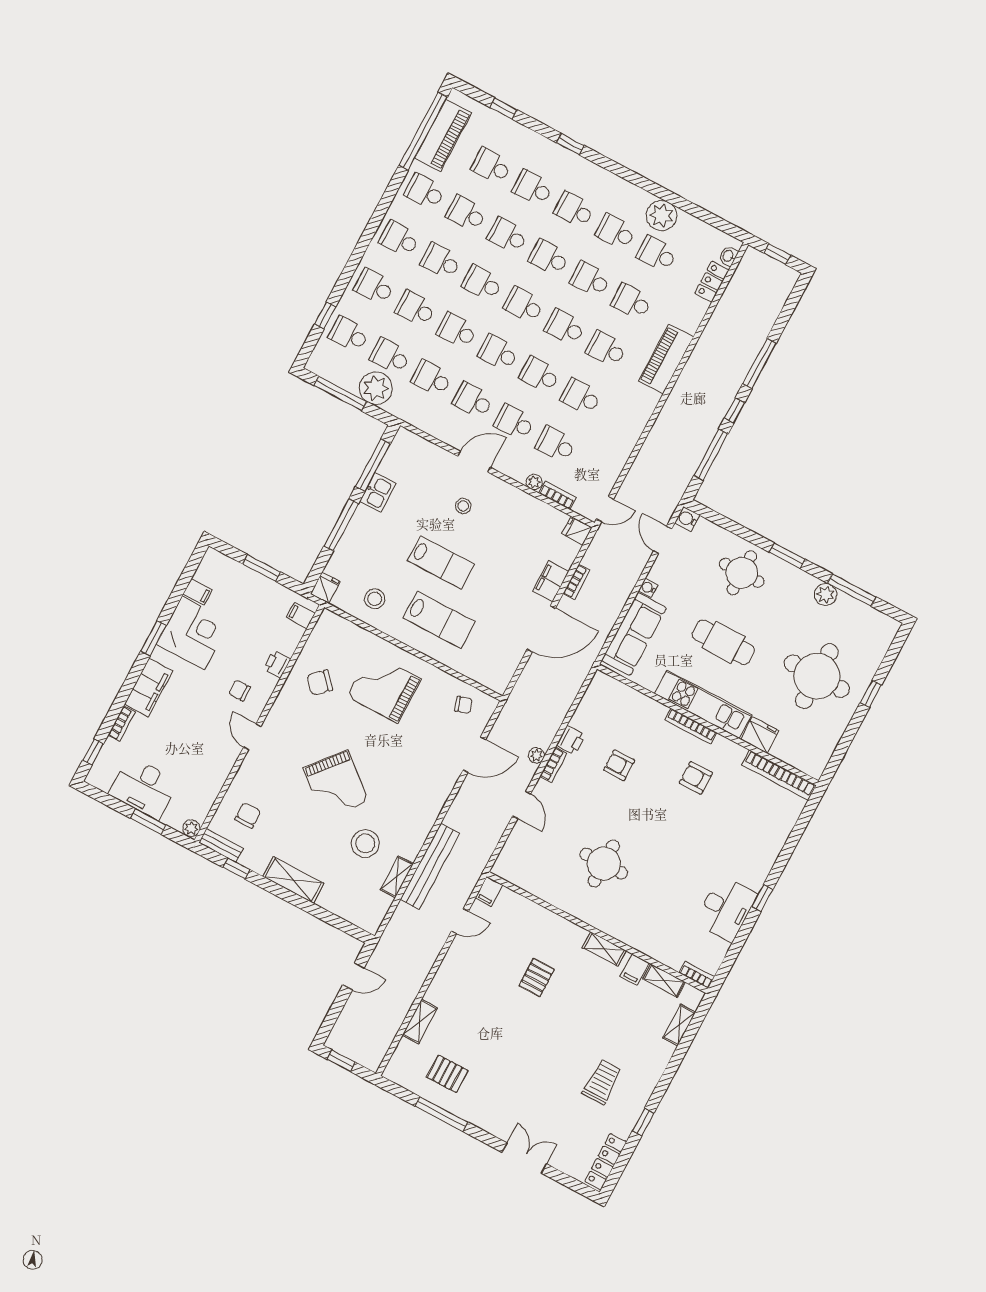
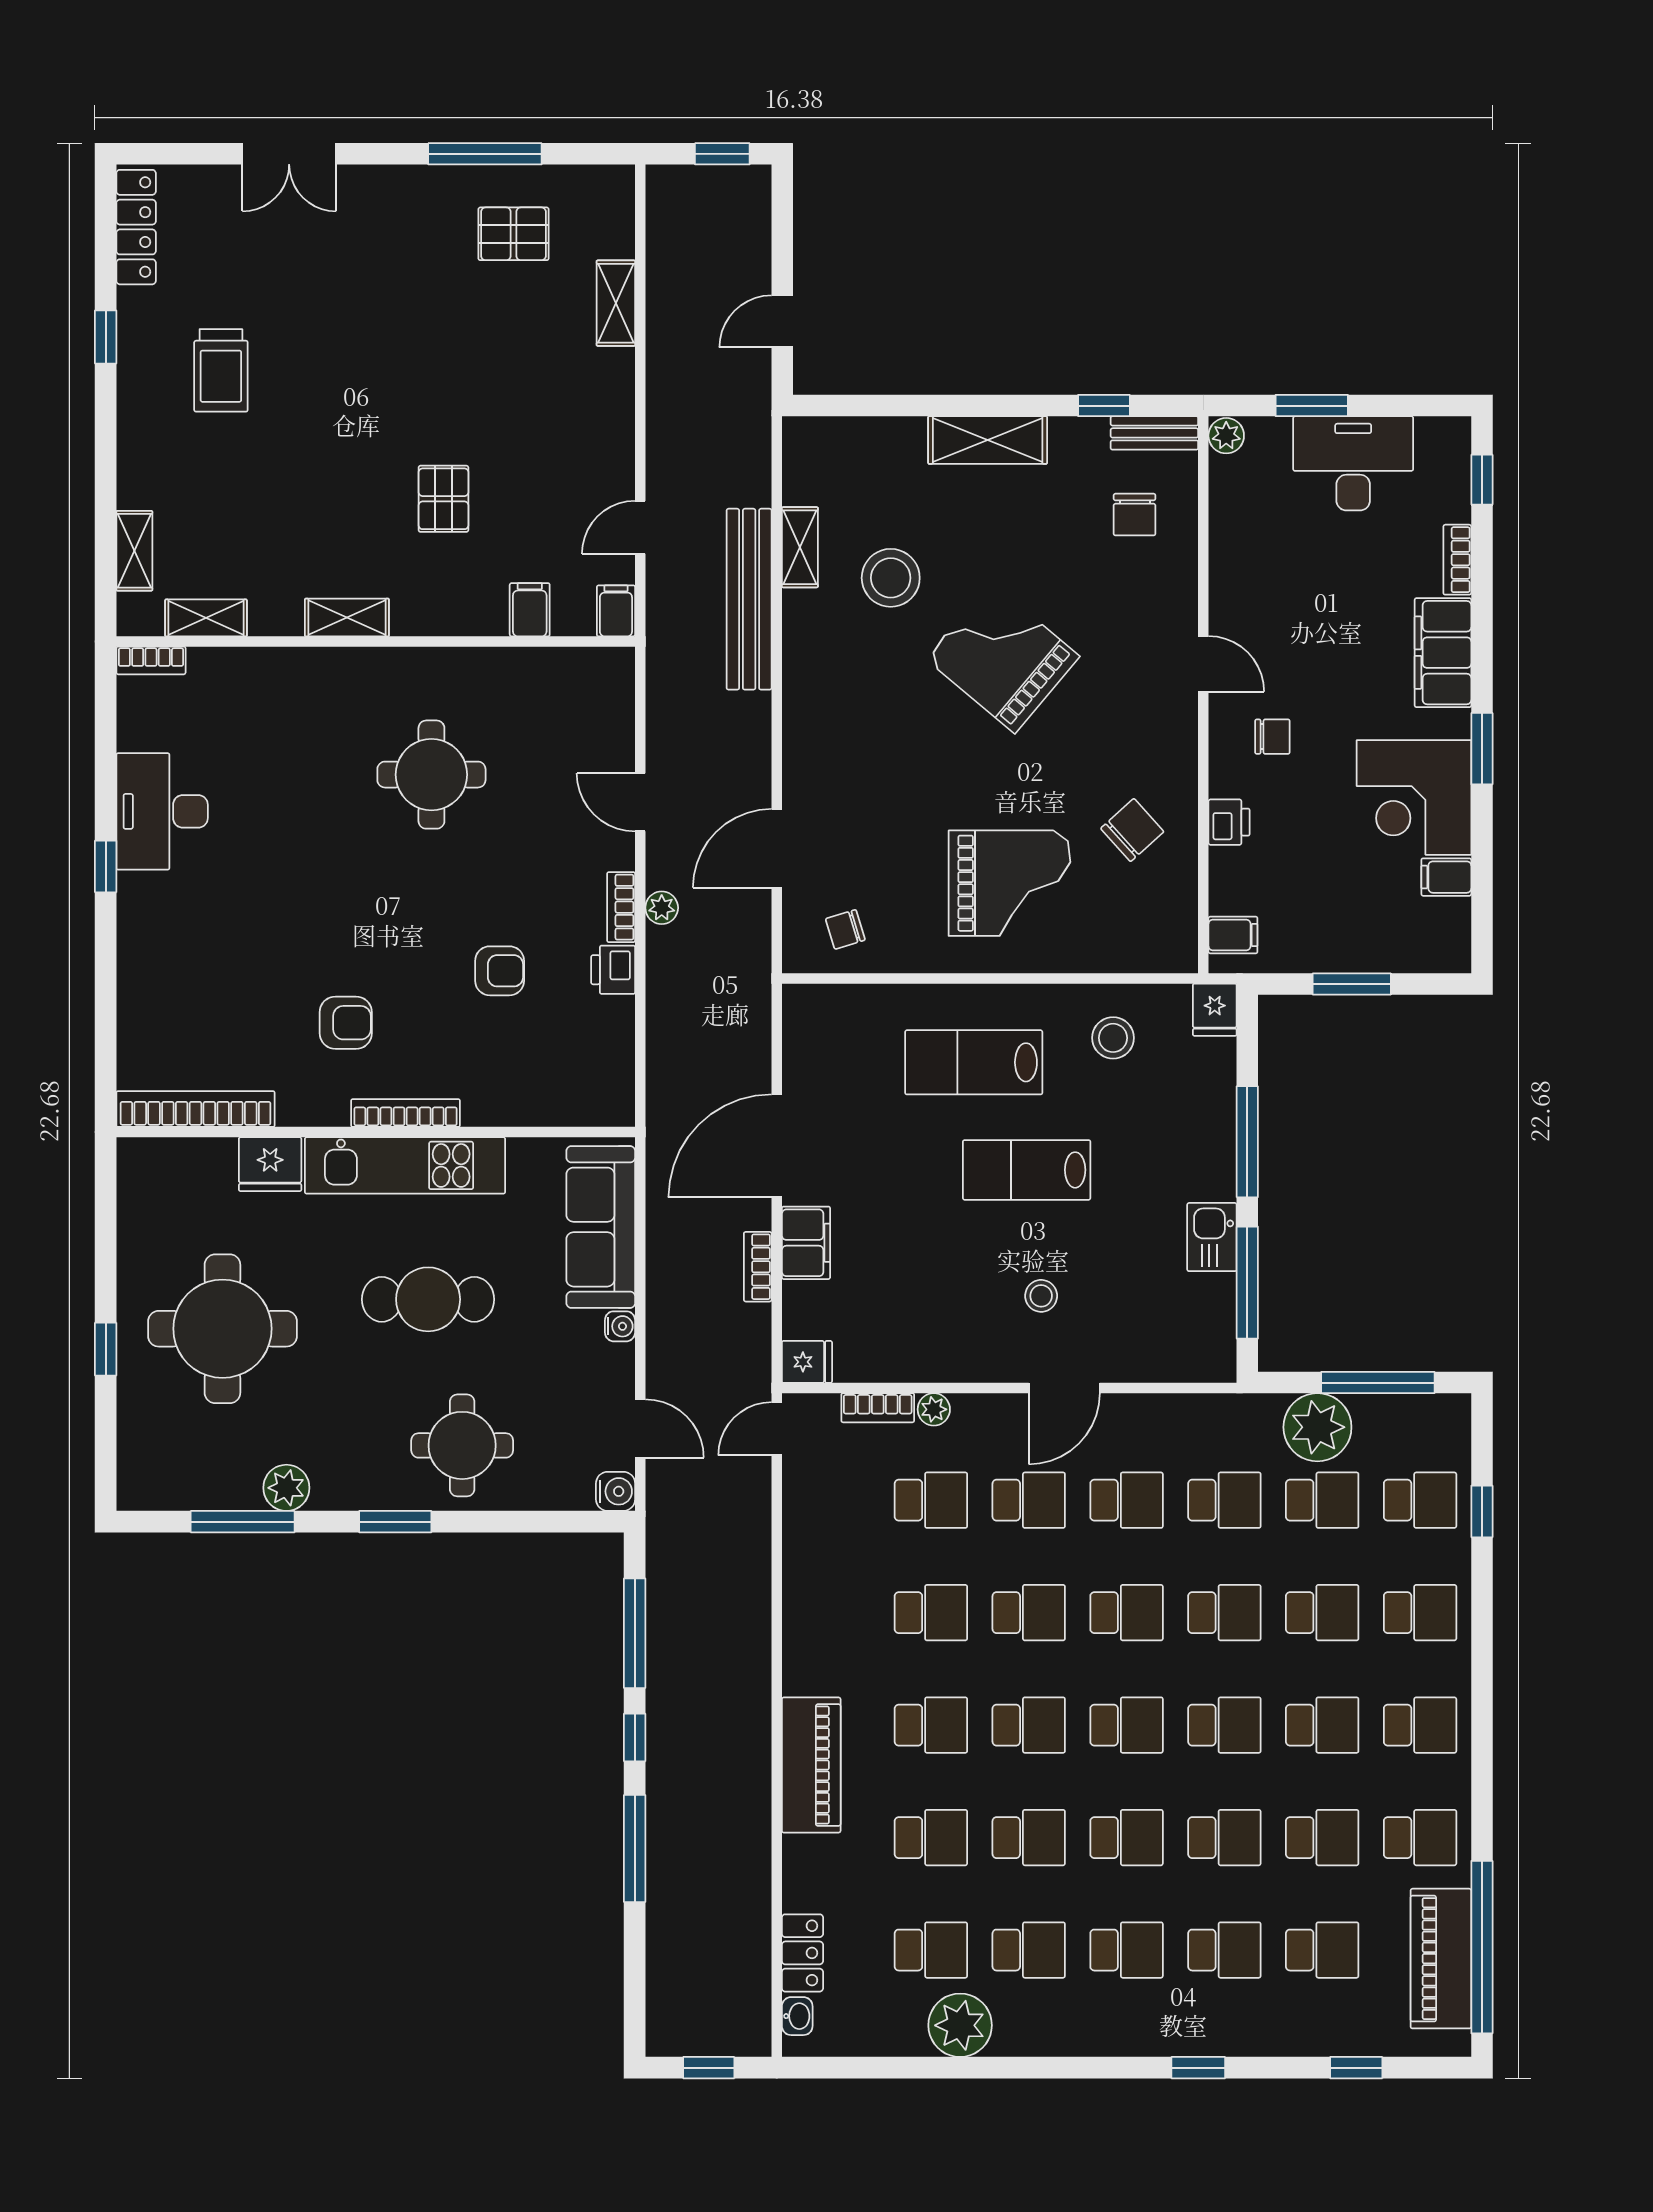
filing cabinet: (635, 970) -> (530, 610), moved

